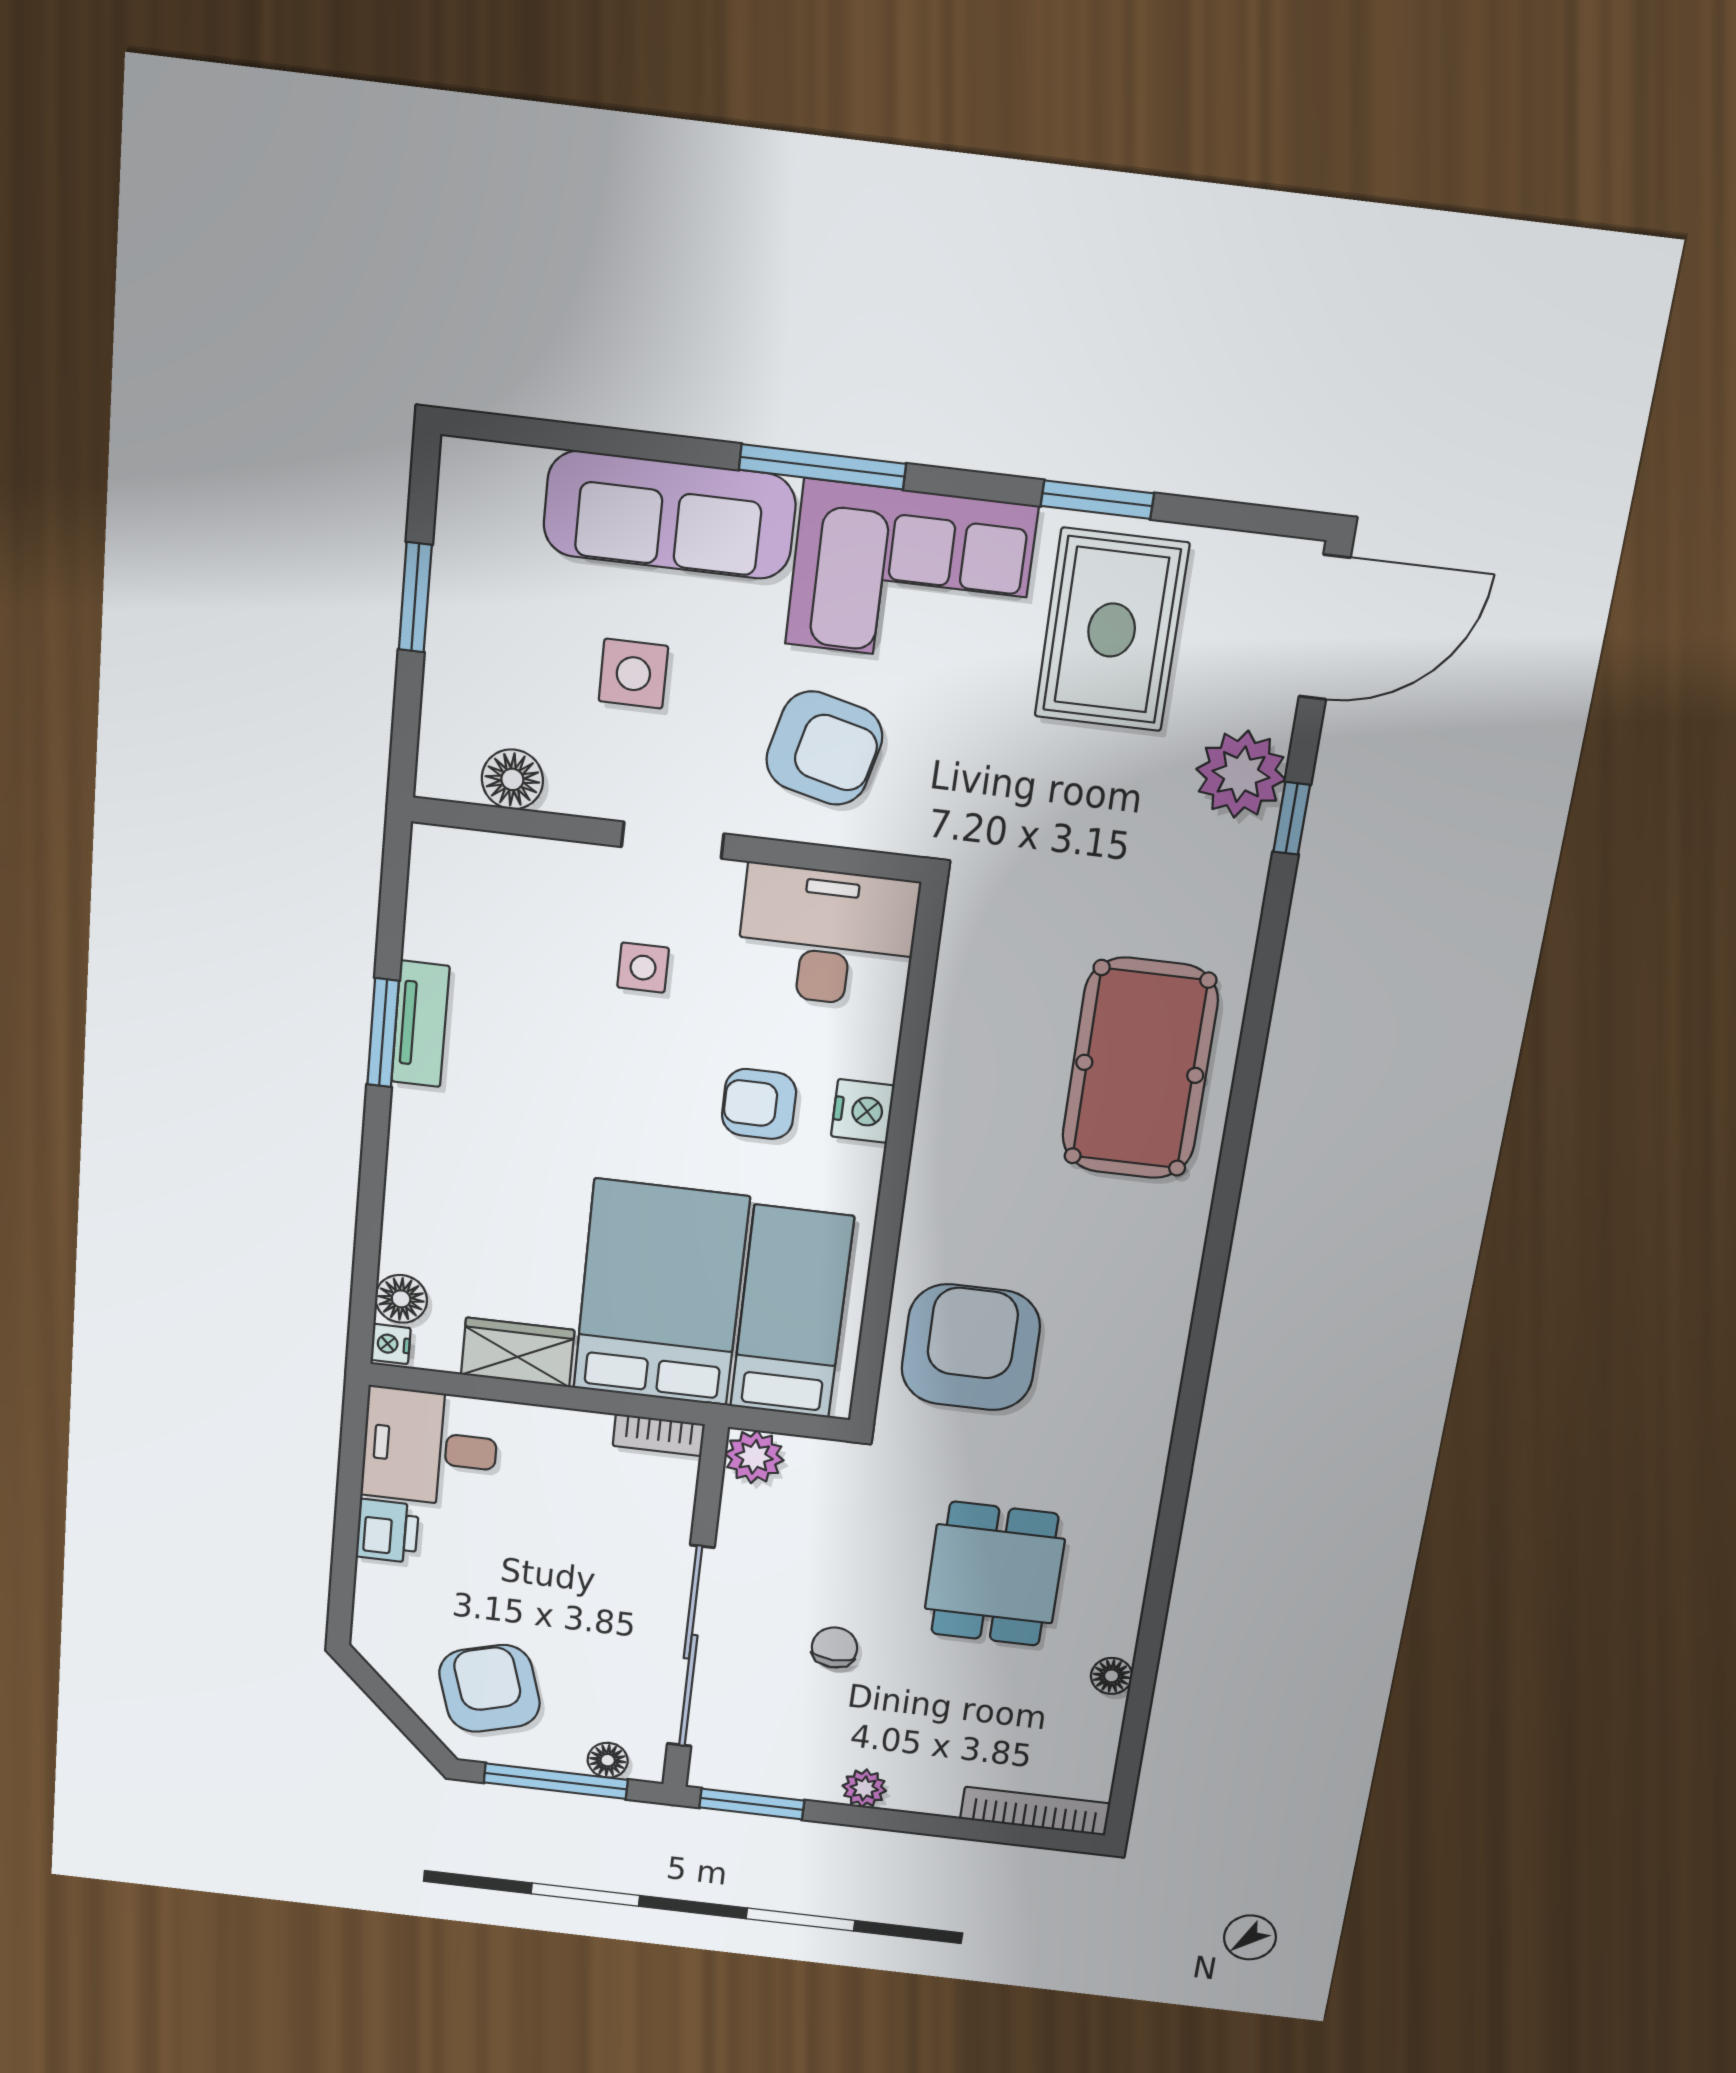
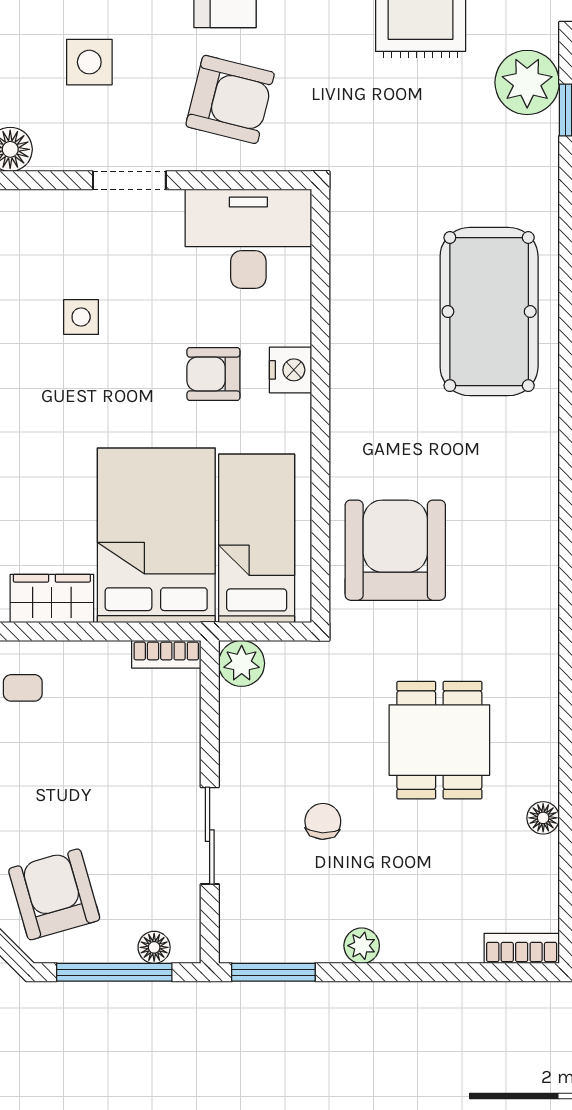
side table: (643, 968) -> (81, 317), moved
sliding door: (691, 1647) -> (210, 836), width x0.54
bookcase: (1035, 1811) -> (522, 948), width x0.64

